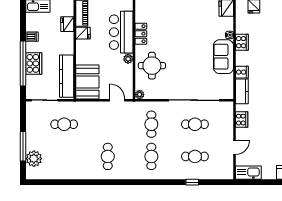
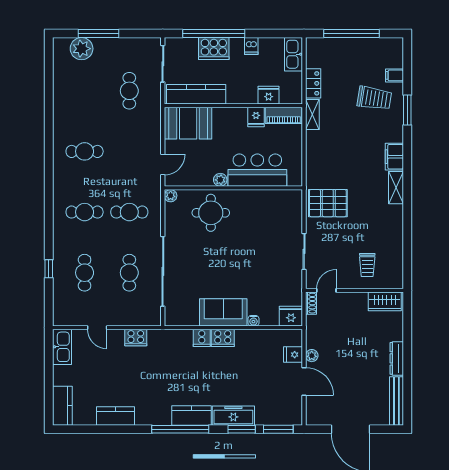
locker: (141, 34) -> (255, 197), removed
cooker: (242, 42) -> (223, 338), moved
kitchen counter: (242, 91) -> (175, 338), removed

